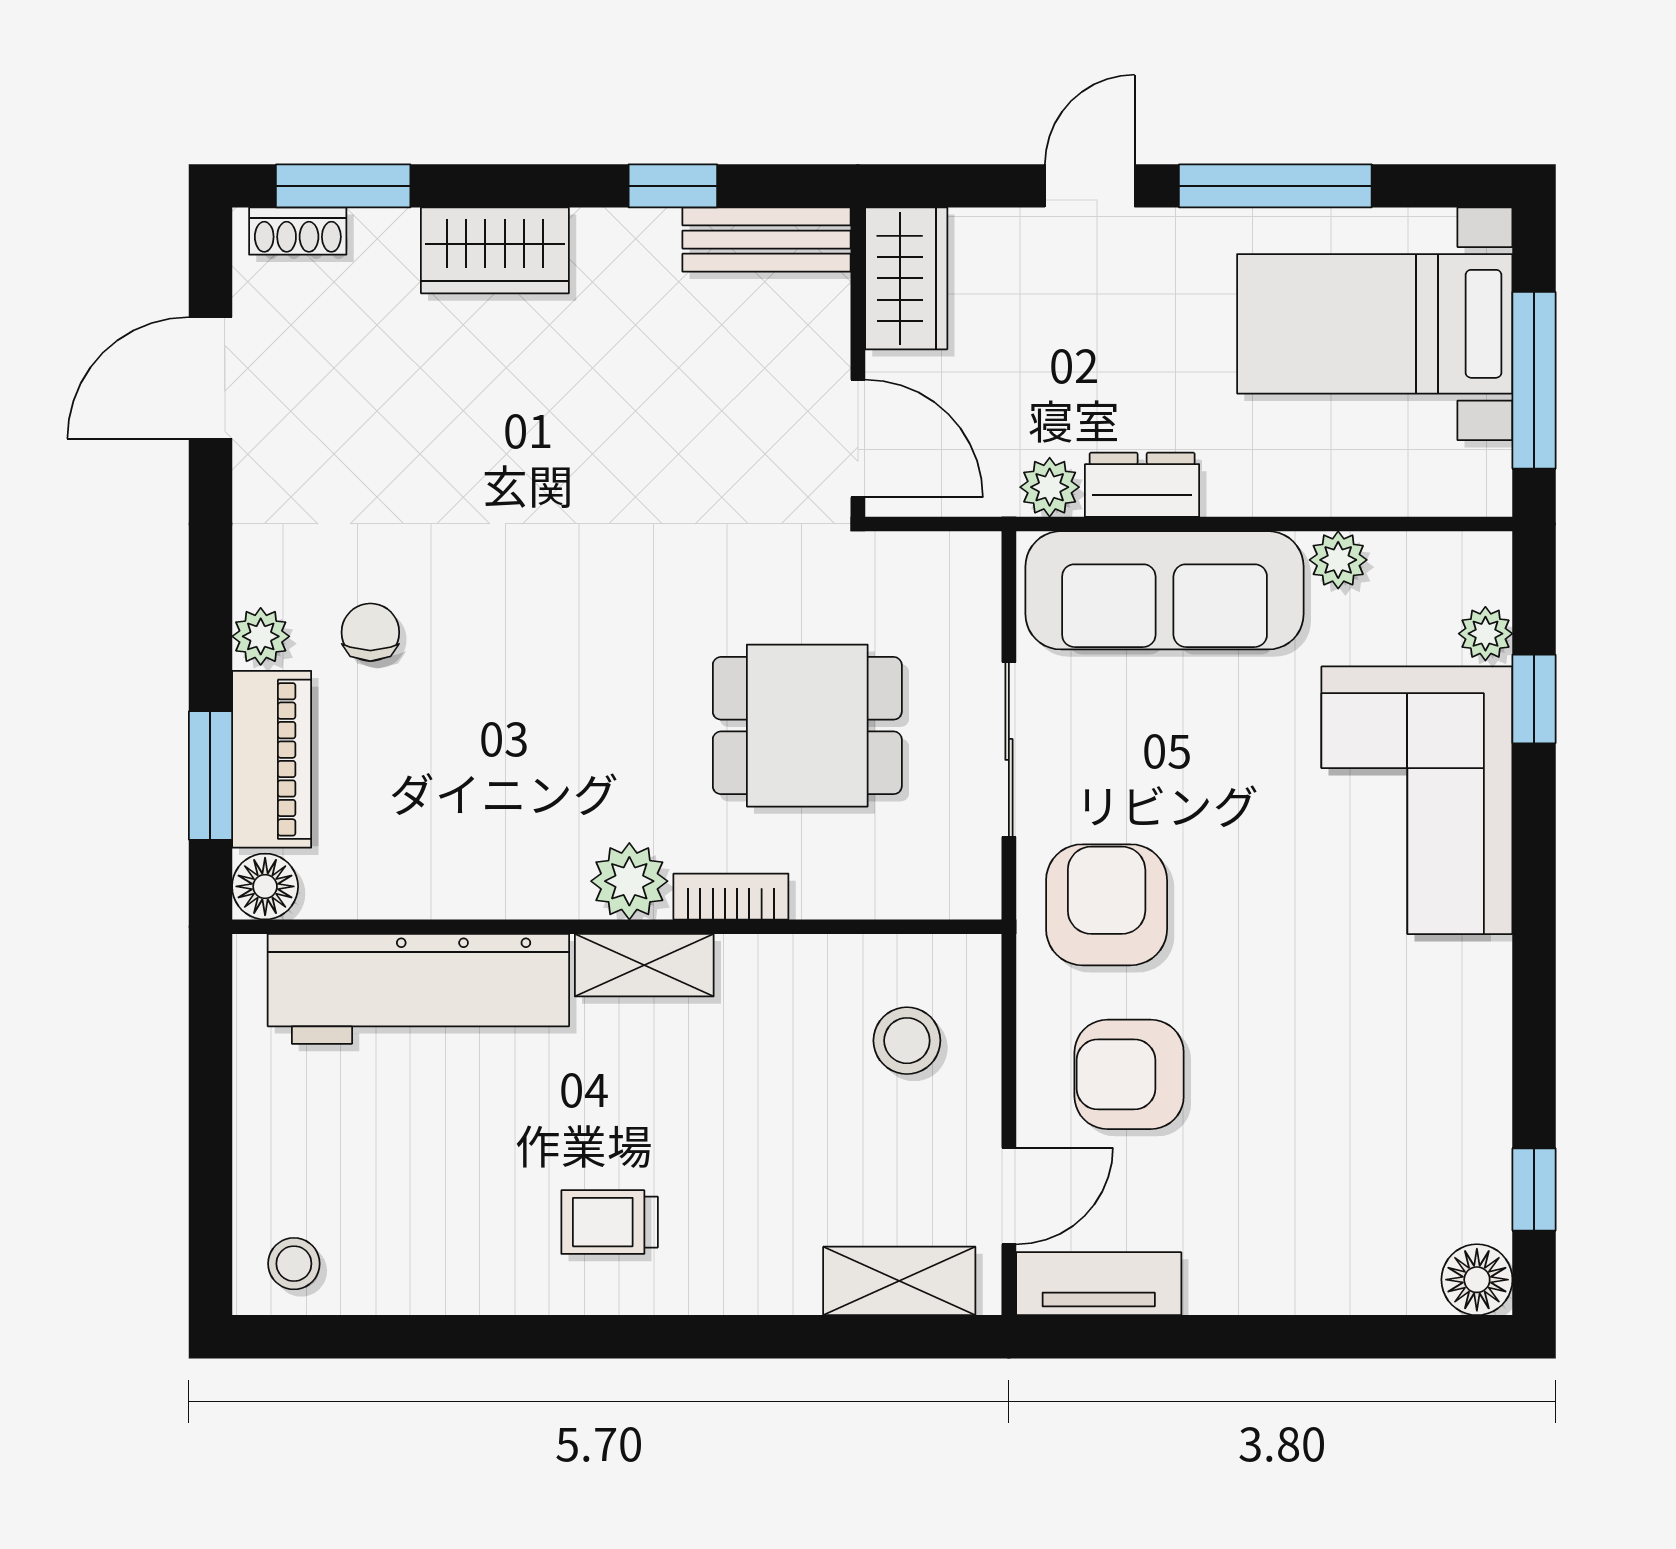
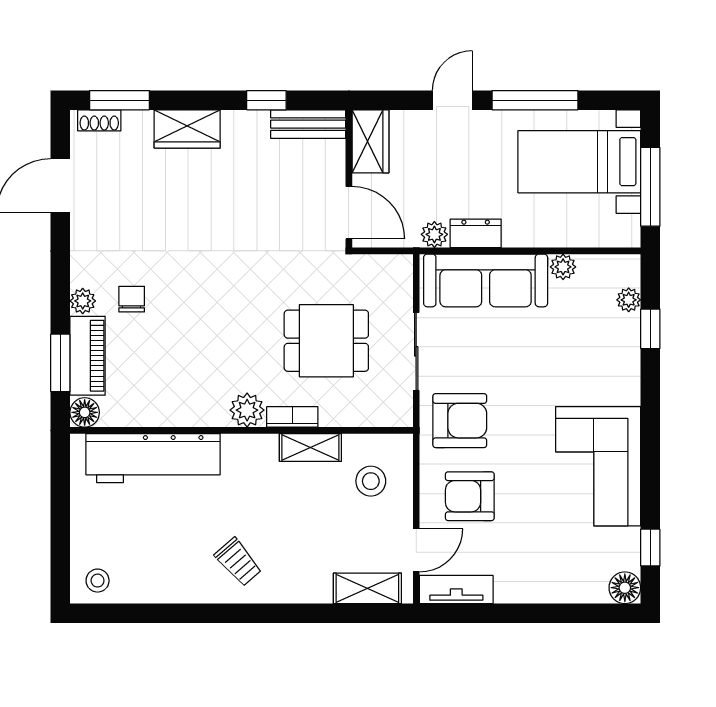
corner sofa: (1417, 800) -> (598, 466), moved
armchair: (1107, 905) -> (460, 421), turned 90
shelving: (644, 965) -> (310, 448), moved
trolley: (610, 1222) -> (238, 562), turned -131

